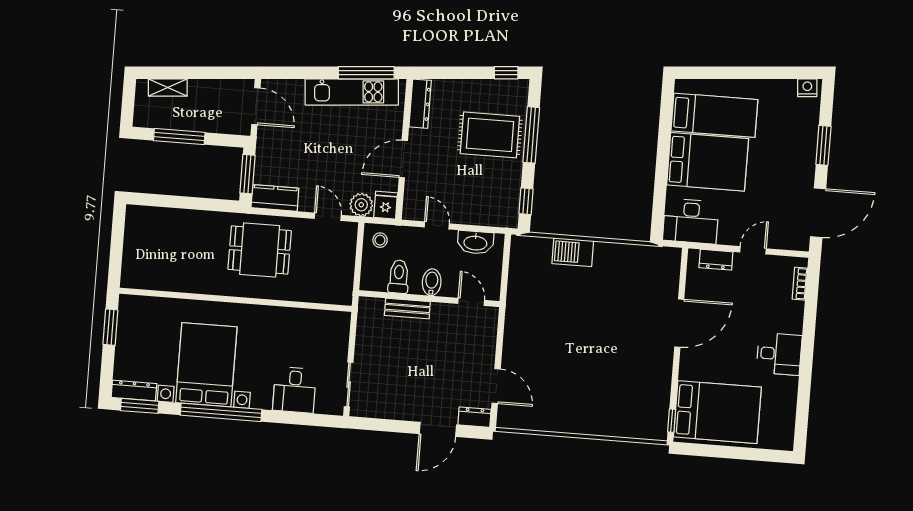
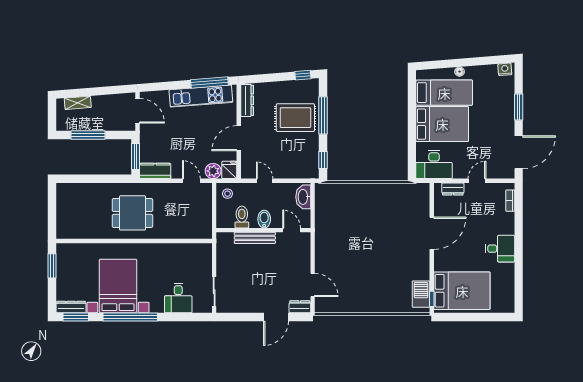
floor lamp: (740, 86) -> (460, 72), added
washbasin: (475, 242) -> (303, 197), moved, turned 90
dining table: (260, 250) -> (132, 213), moved
barbecue: (573, 252) -> (421, 294), moved, turned 90
bench: (407, 309) -> (255, 238), width x1.36

